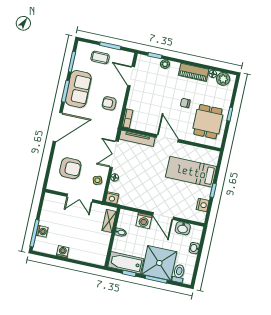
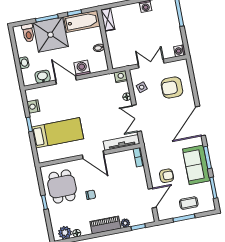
piano: (194, 72) -> (105, 225), moved
door: (131, 76) -> (152, 198), hinge flipped
armchair: (109, 103) -> (167, 176), moved
double door: (114, 154) -> (137, 118), swing flipped
shelving: (109, 221) -> (108, 20), moved
washing machine: (42, 231) -> (180, 51), moved

